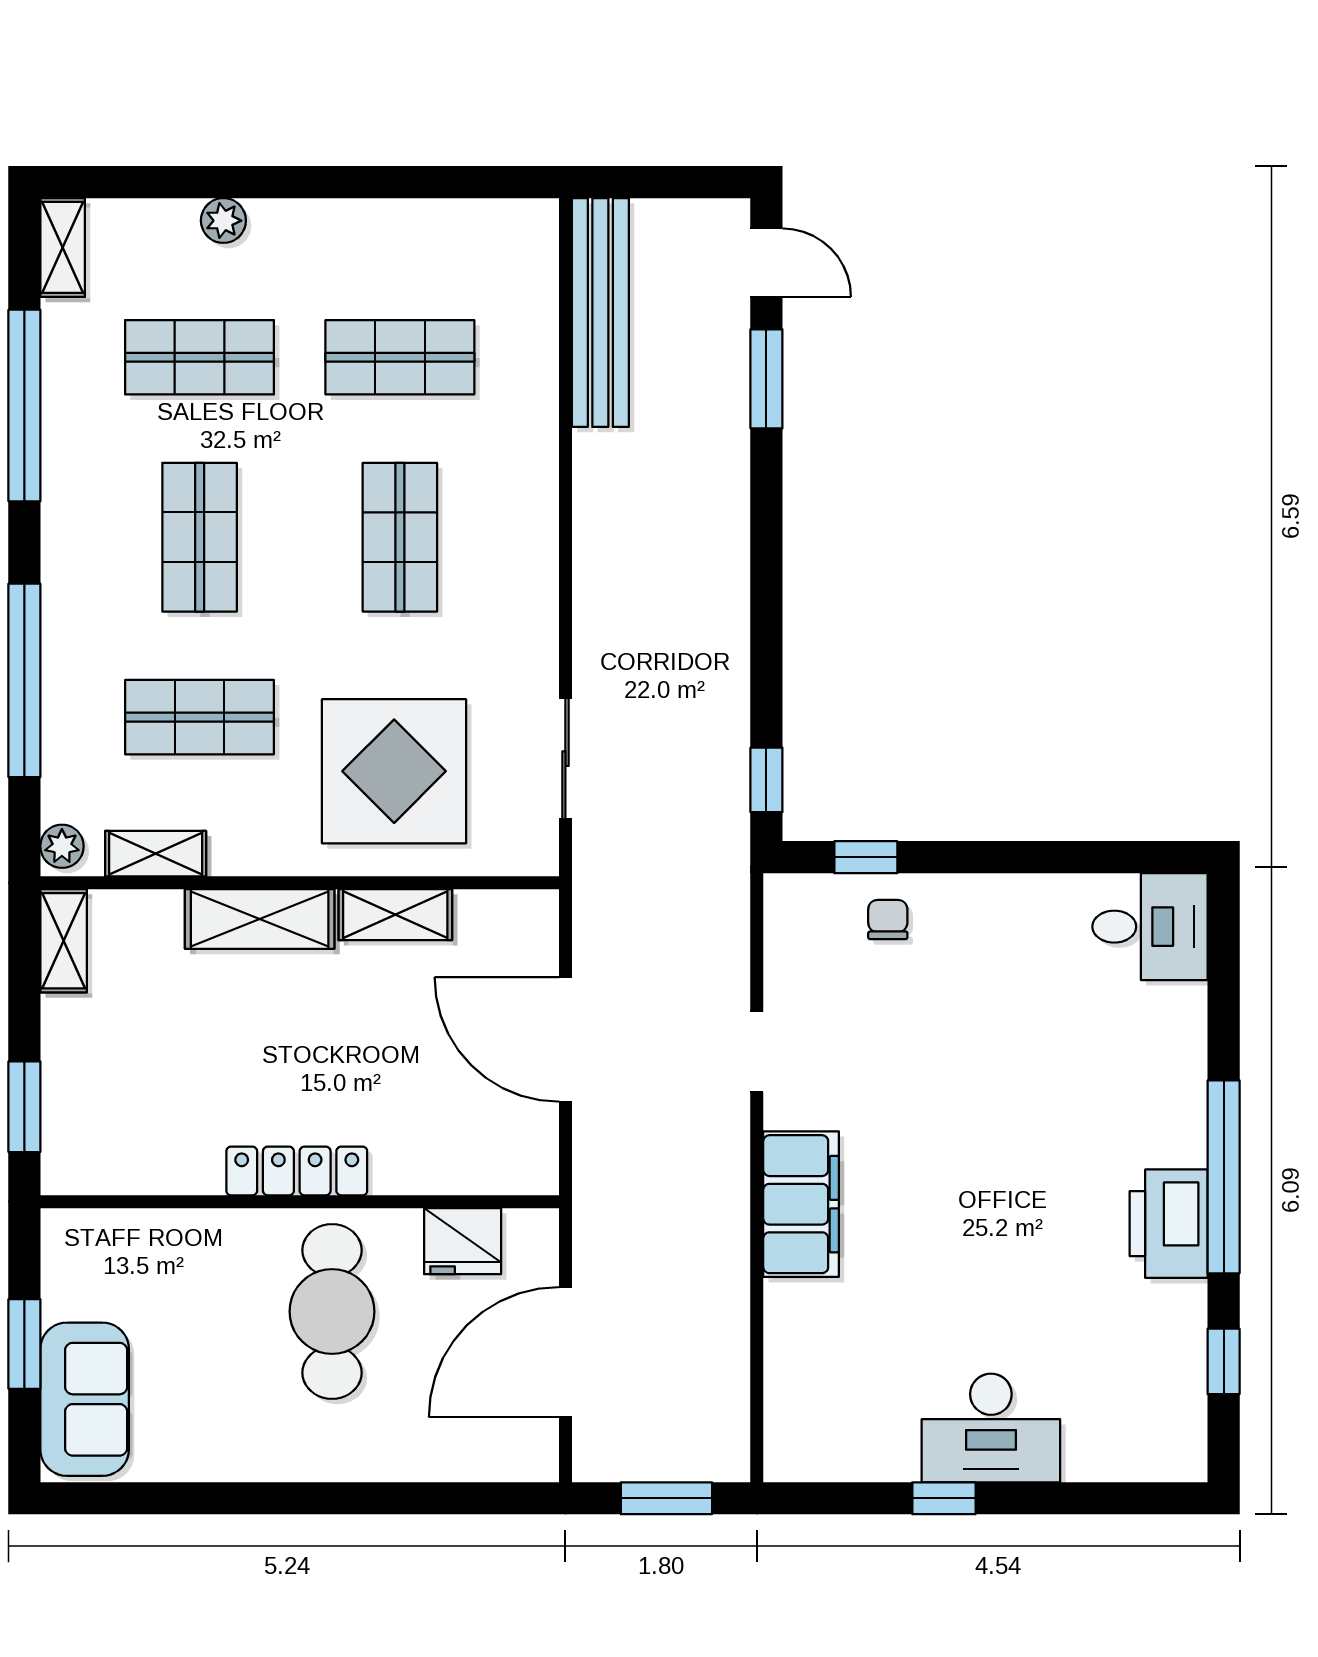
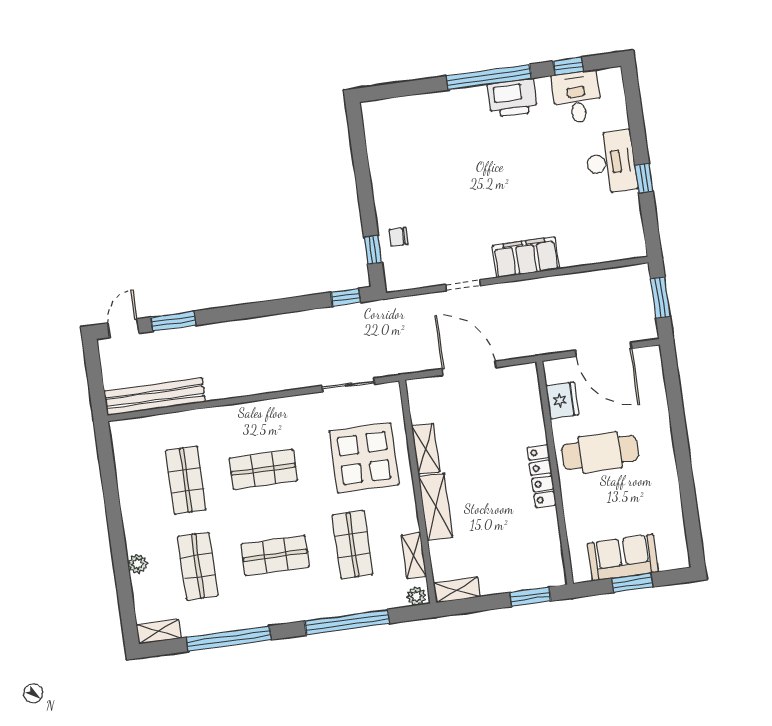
desk: (1150, 927) -> (577, 97), moved
door: (565, 1039) -> (469, 368), swing flipped
sofa: (85, 1399) -> (623, 558), moved

